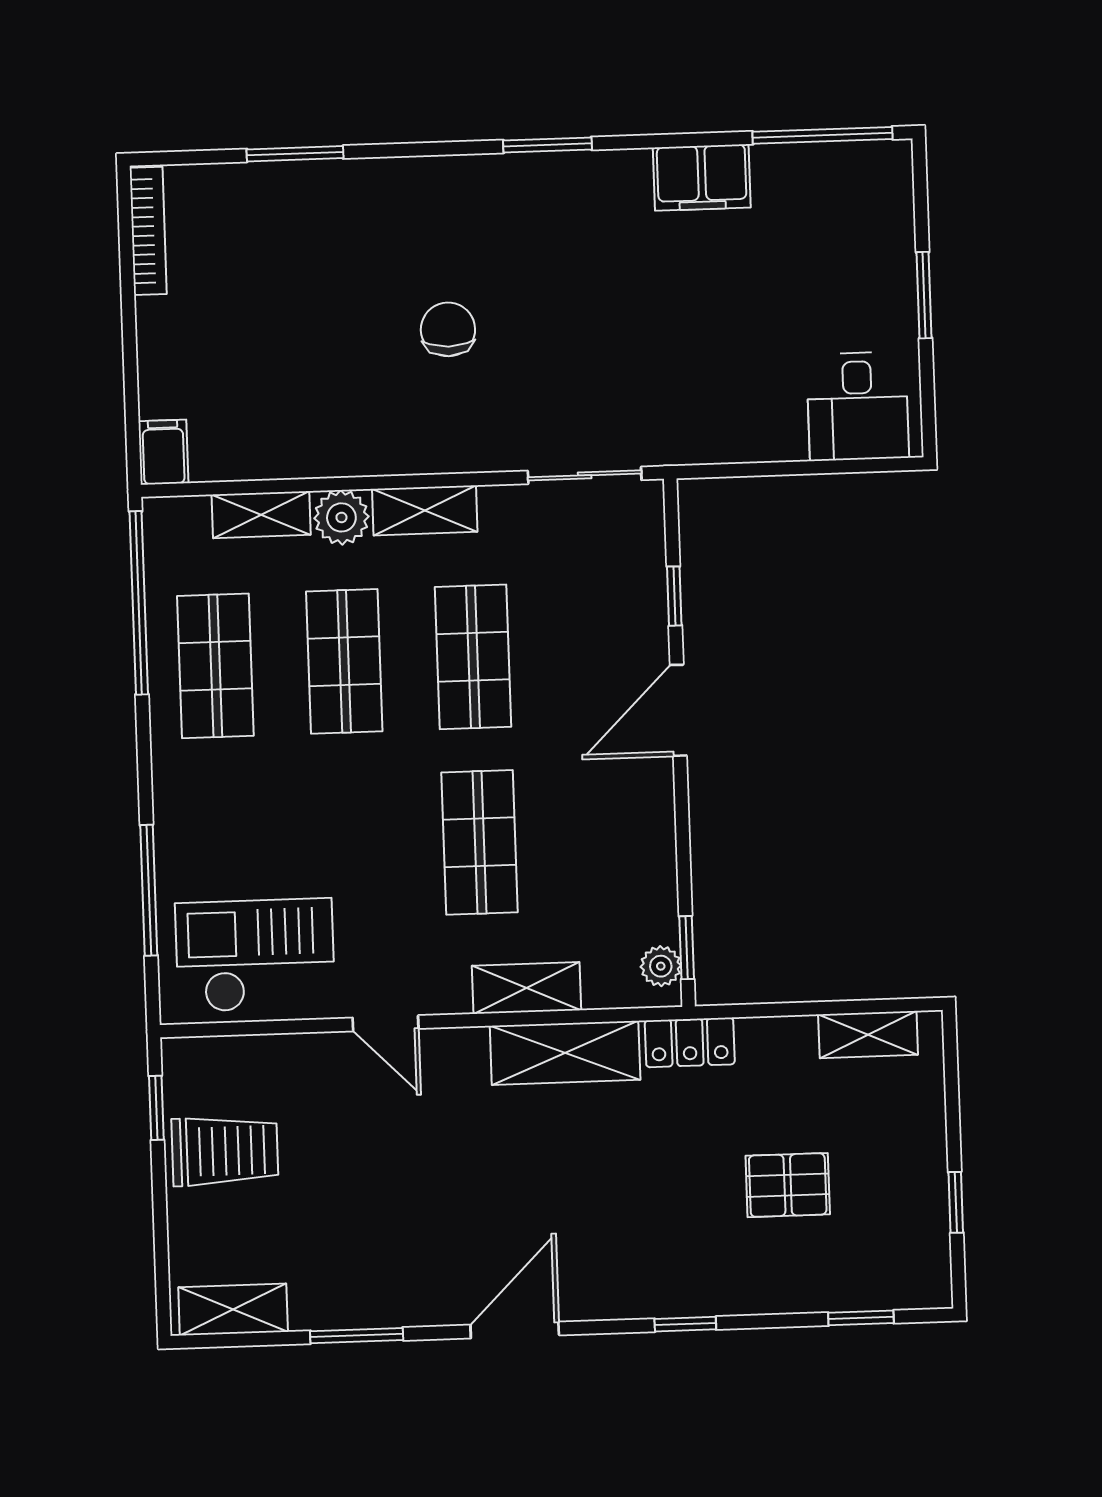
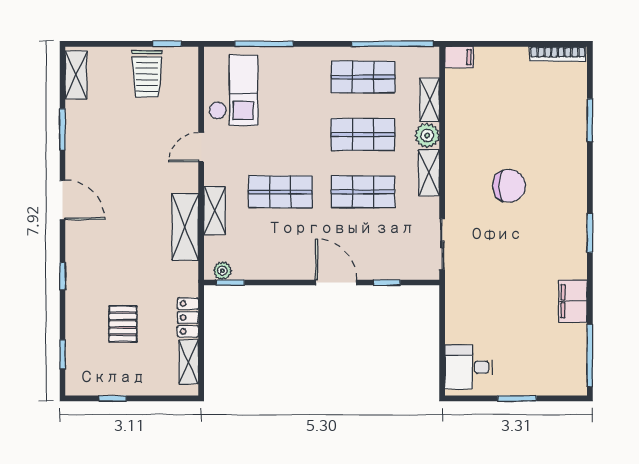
chair: (448, 329) -> (509, 186), width x1.37, depth x1.37
locker: (690, 1042) -> (188, 317), moved

